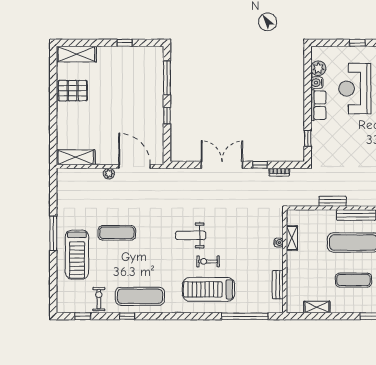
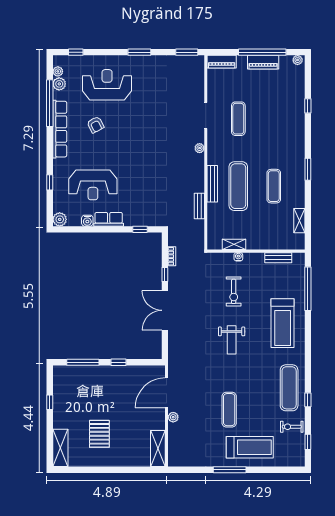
plant: (318, 68) -> (60, 219), moved
pallet: (73, 91) -> (99, 434), moved
exercise bike: (208, 261) -> (234, 291), moved, width x1.38, depth x1.39

